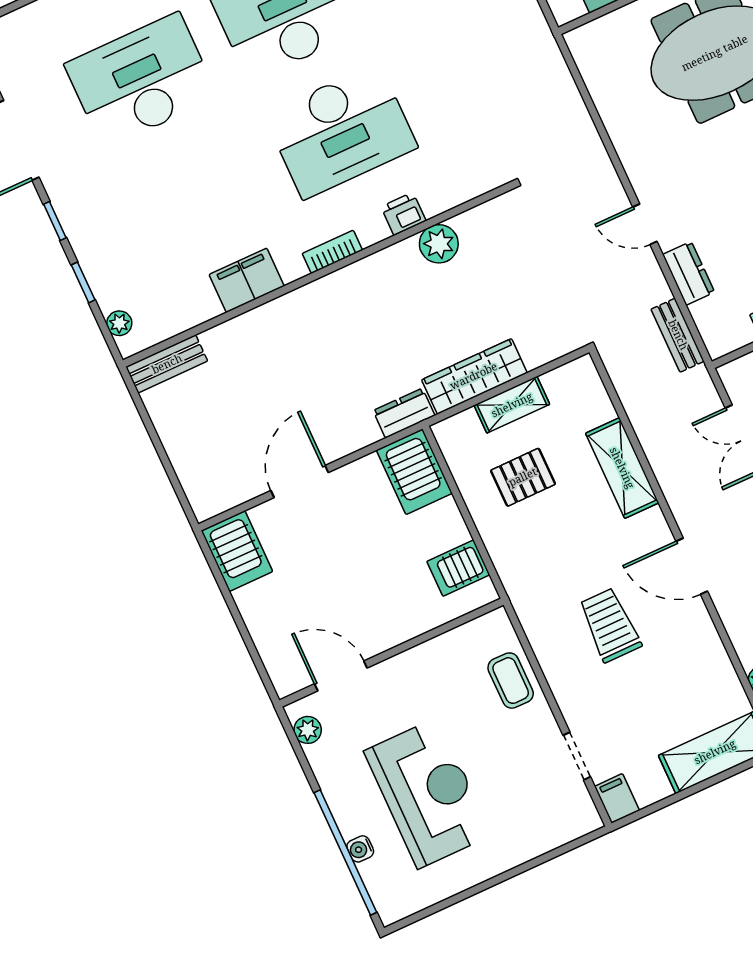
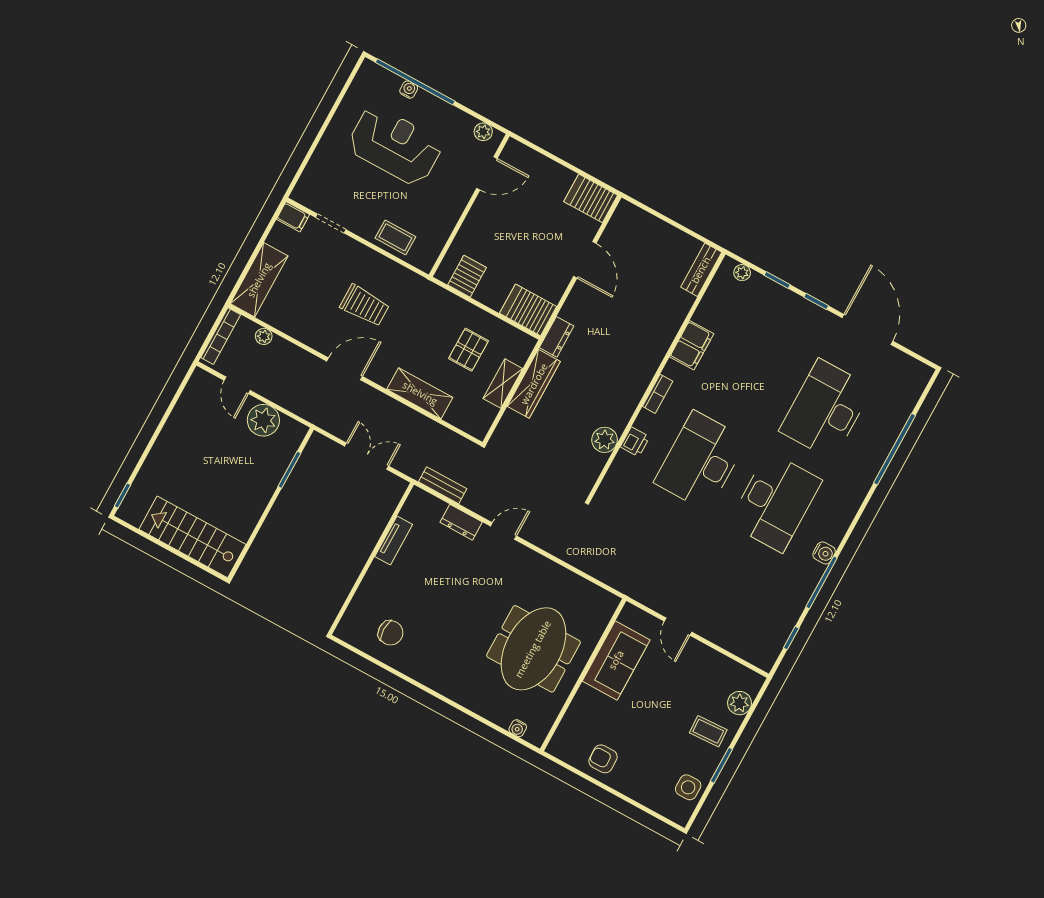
desk: (141, 81) -> (826, 409), turned 180
reception desk: (428, 793) -> (395, 145), turned 180

